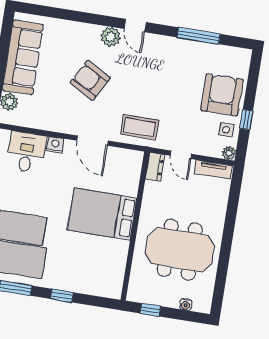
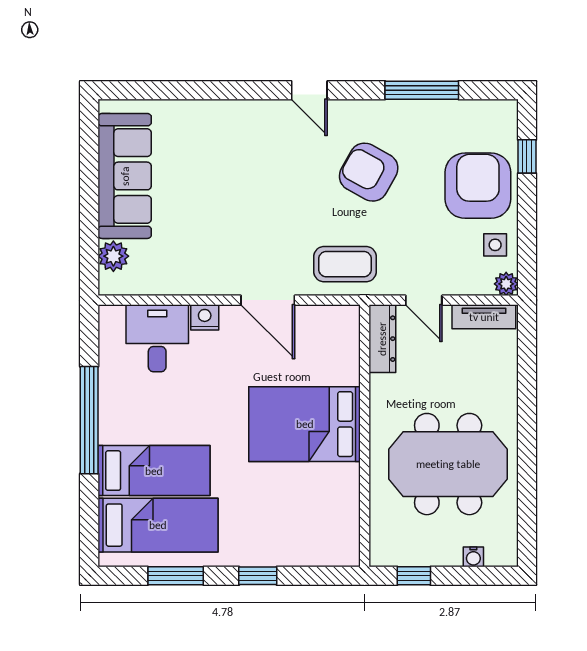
plant: (111, 37) -> (270, 116), removed
armchair: (90, 80) -> (369, 172), moved
window: (246, 120) -> (527, 156), moved
dresser: (155, 167) -> (382, 339), width x1.44

